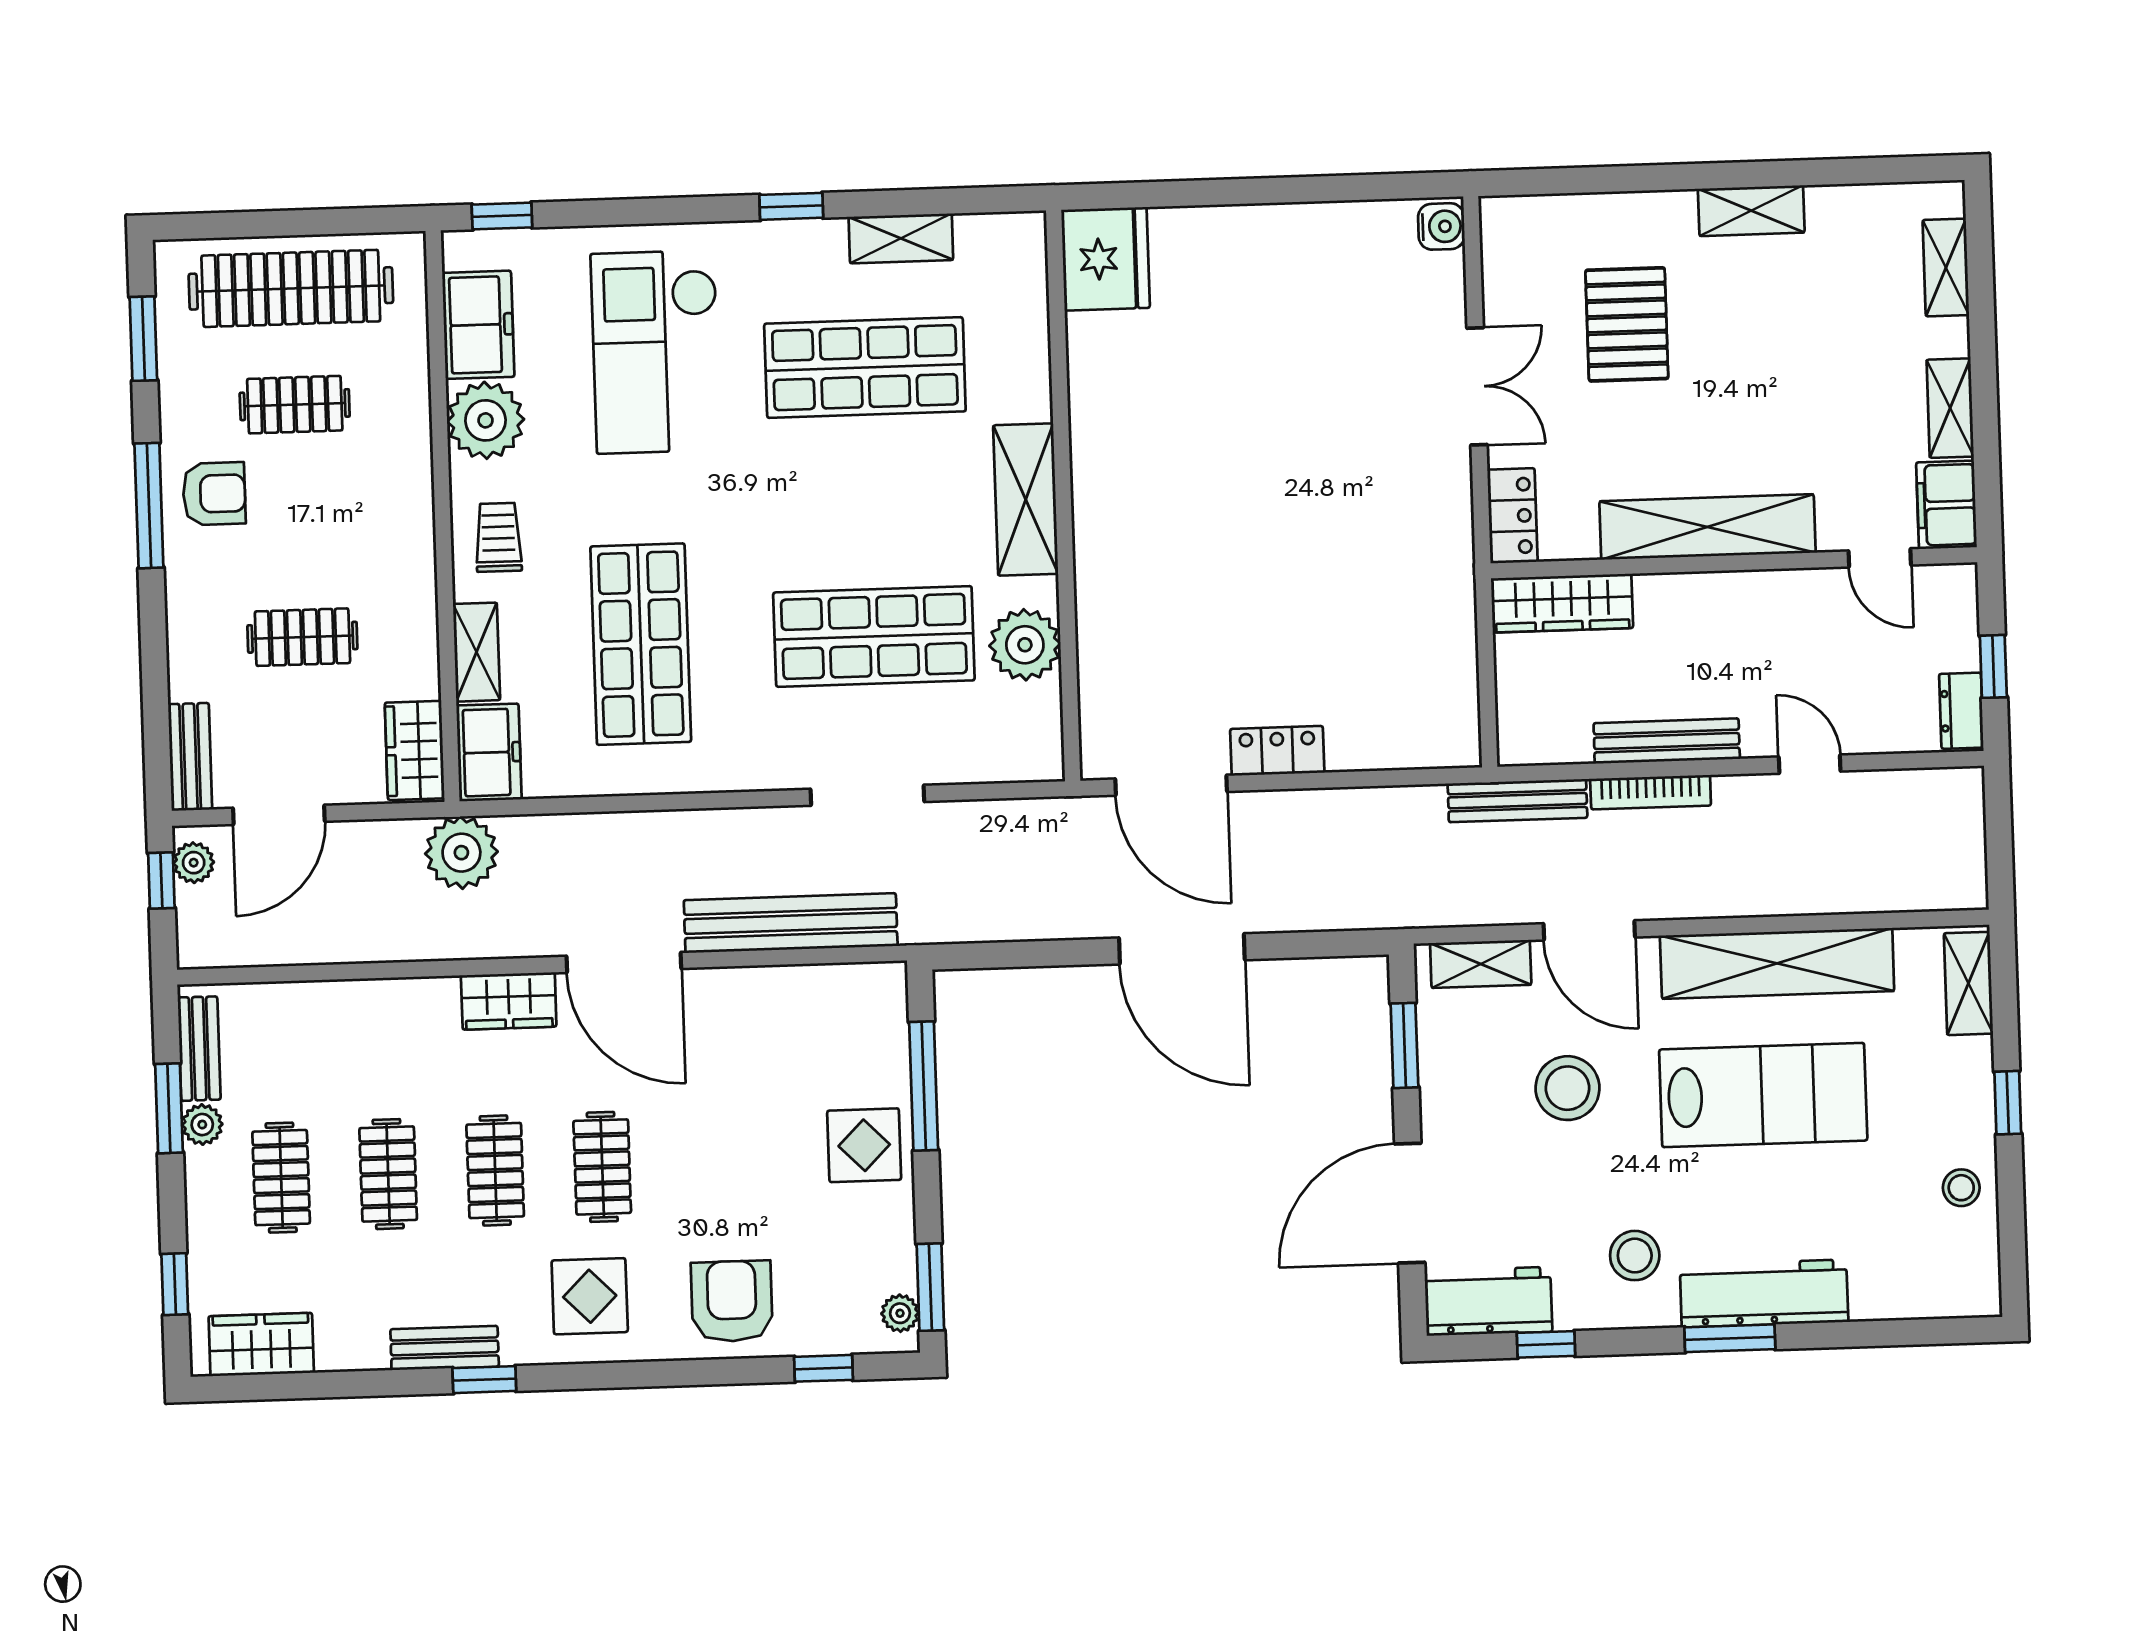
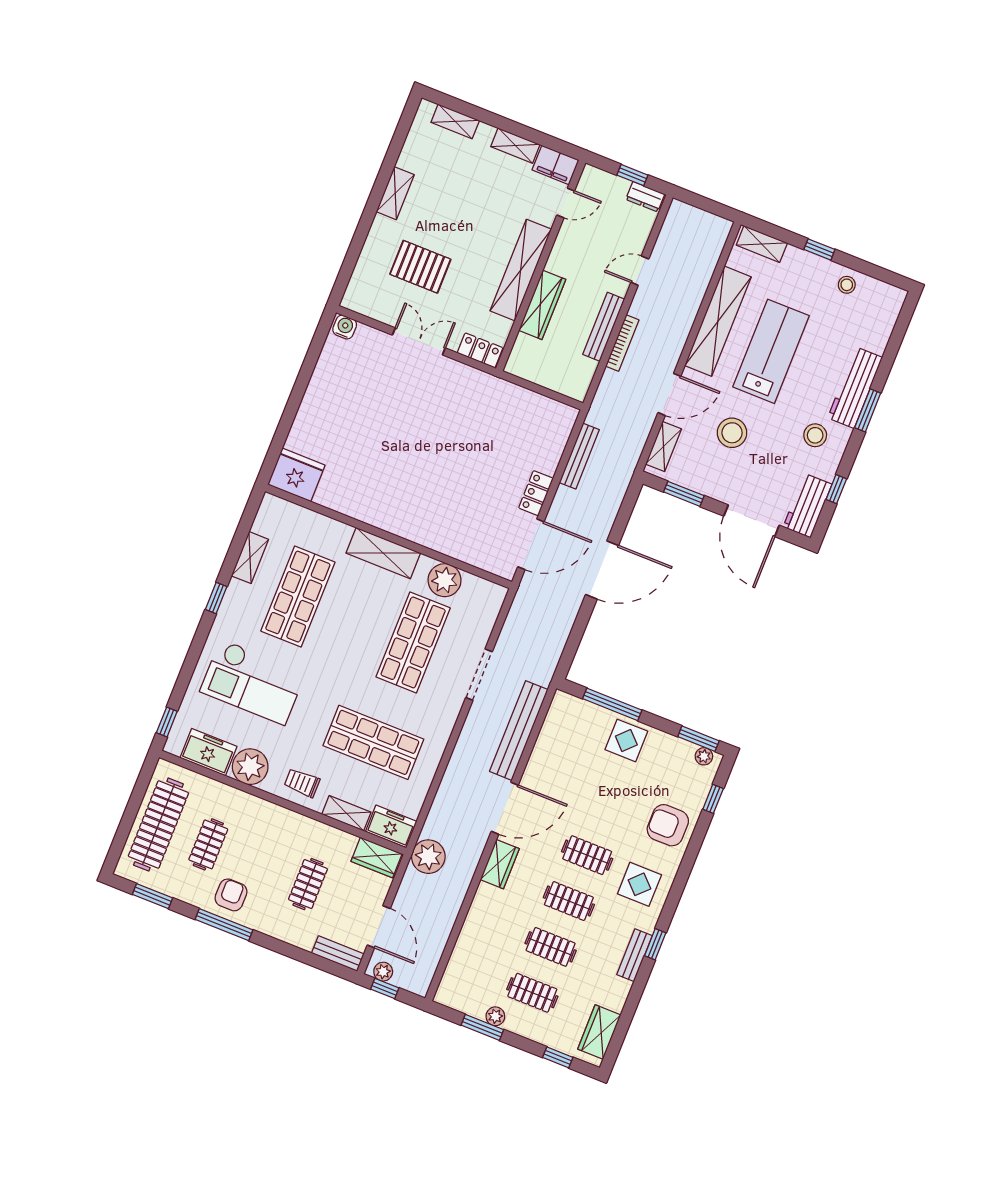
wardrobe: (1562, 603) -> (542, 305), moved
bench: (1517, 801) -> (579, 456), moved
bench: (199, 1049) -> (463, 1004), removed

